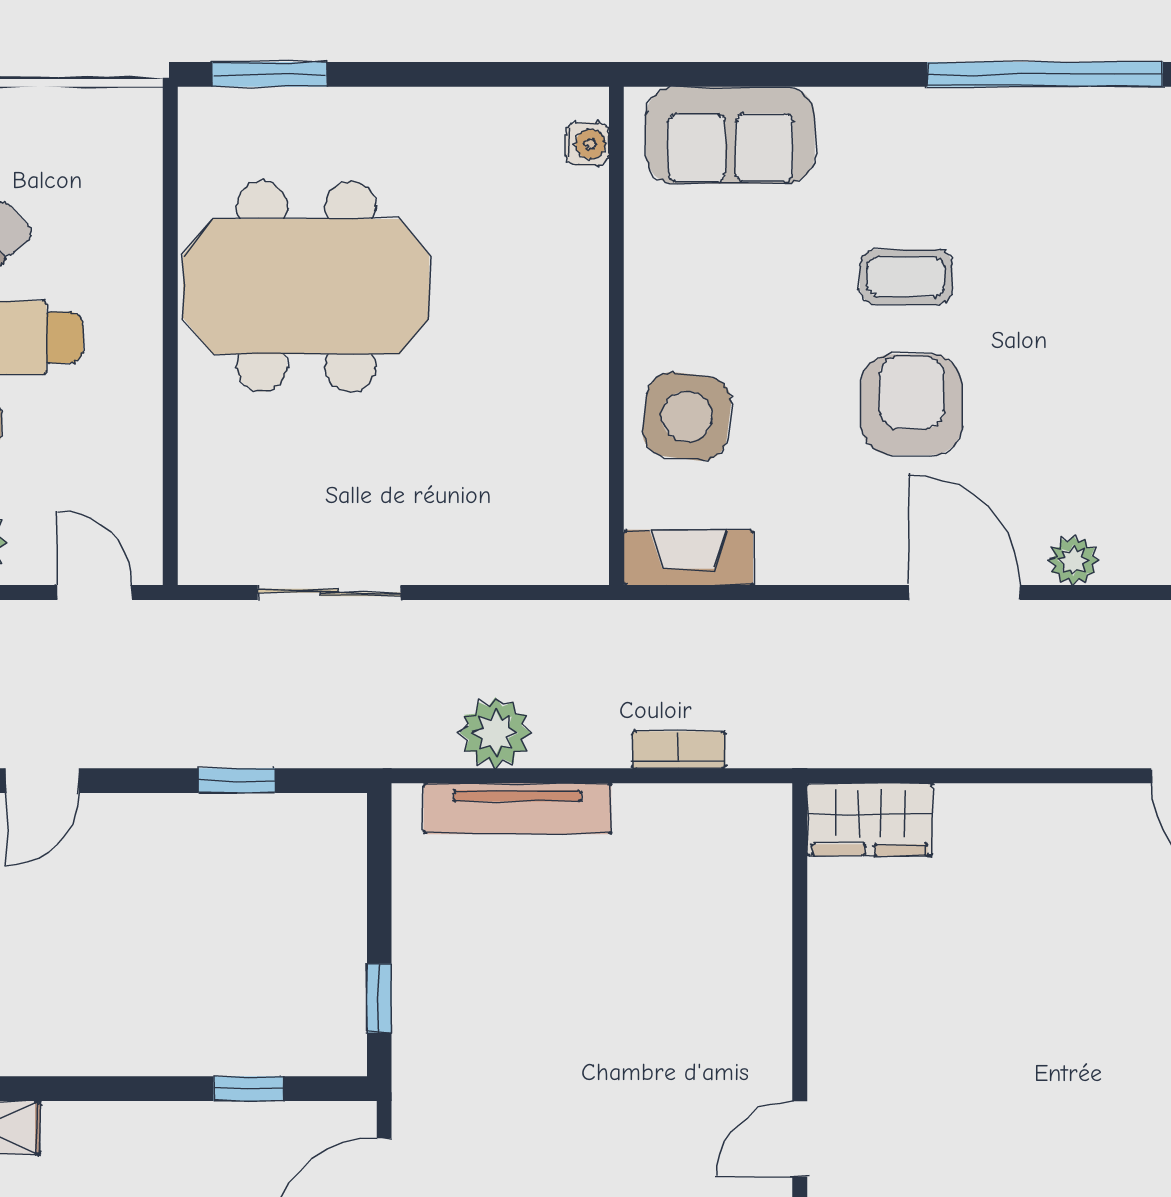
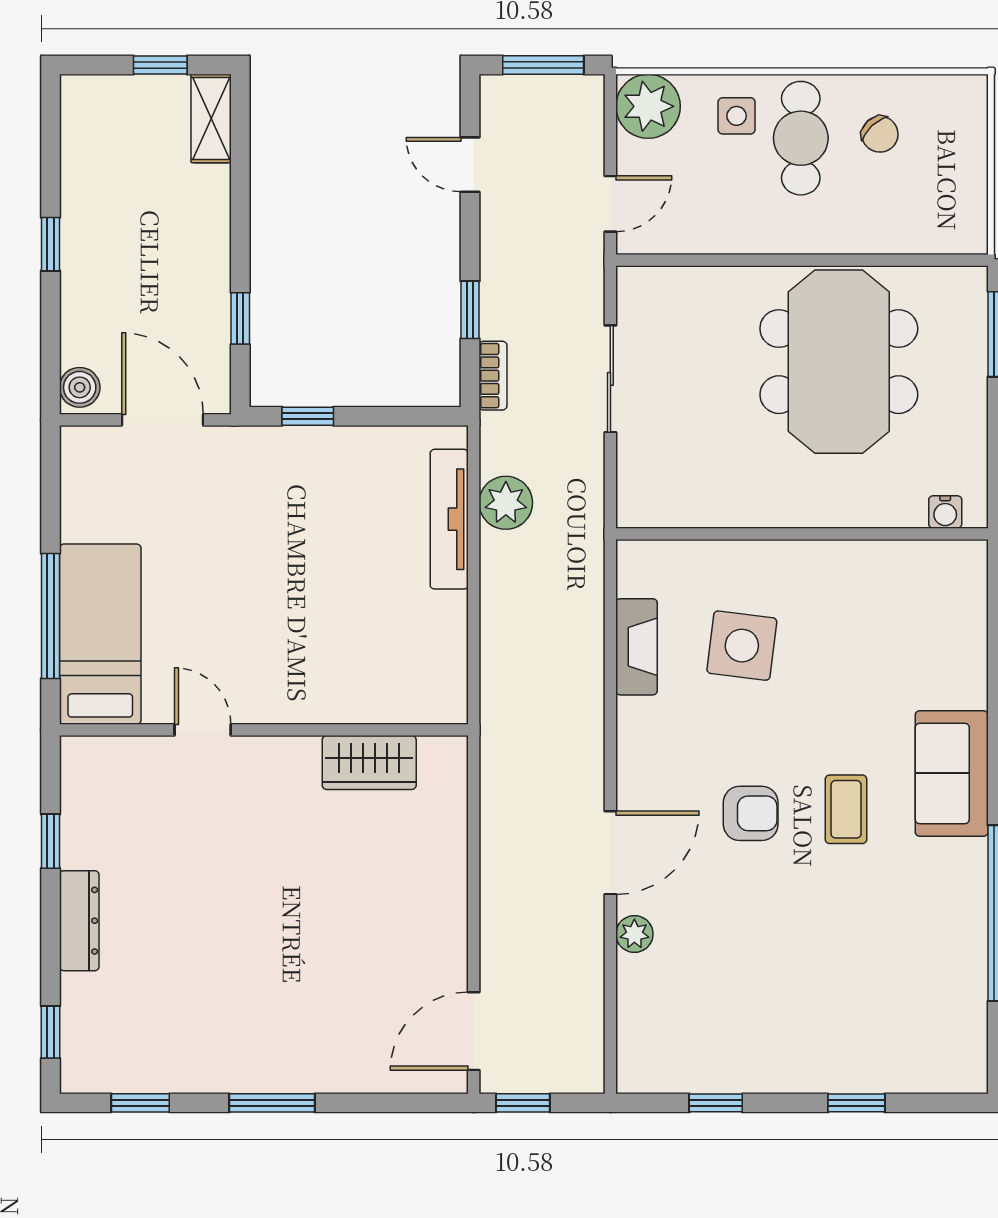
sofa: (730, 135) -> (952, 773), moved
water cooler: (587, 144) -> (945, 512), moved
wall: (616, 336) -> (802, 534), moved
armchair: (912, 405) -> (751, 813), width x0.72, depth x0.72
bookcase: (679, 750) -> (493, 376), moved
wardrobe: (870, 820) -> (369, 762), moved, turned -90

